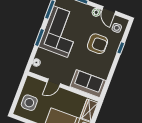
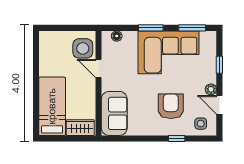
door: (109, 10) -> (219, 105), hinge flipped
armchair: (98, 44) -> (171, 106), turned 180
side table: (29, 103) -> (83, 48), moved

